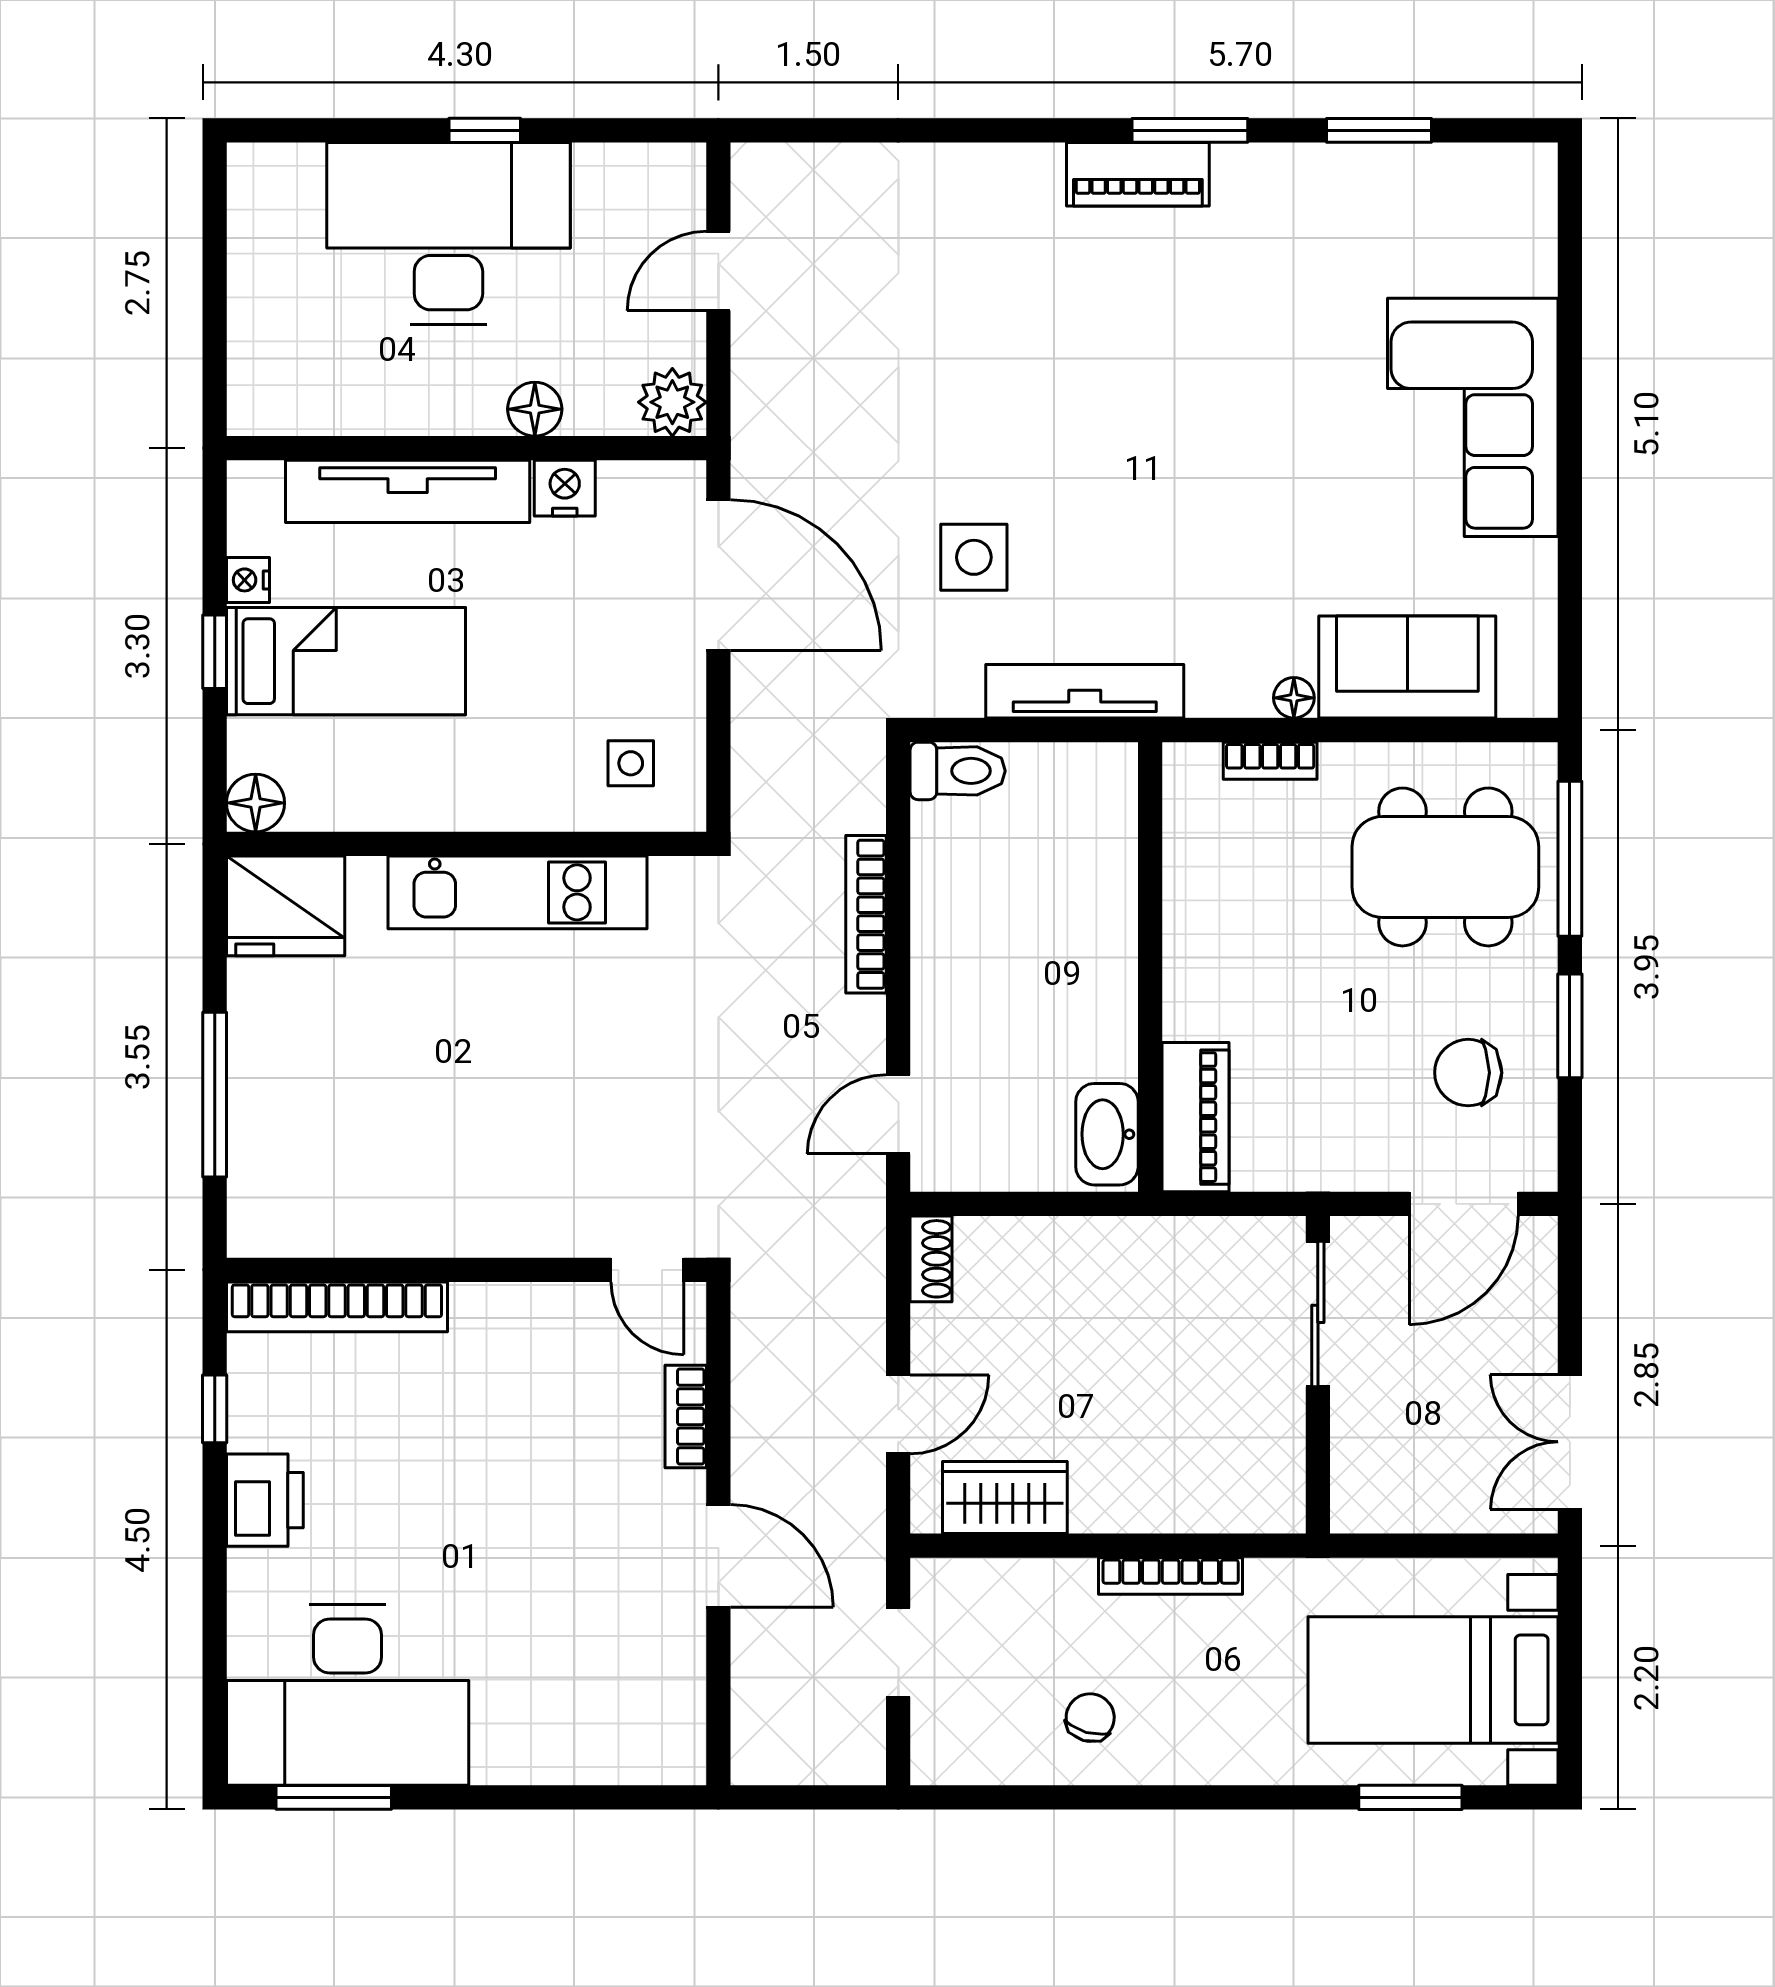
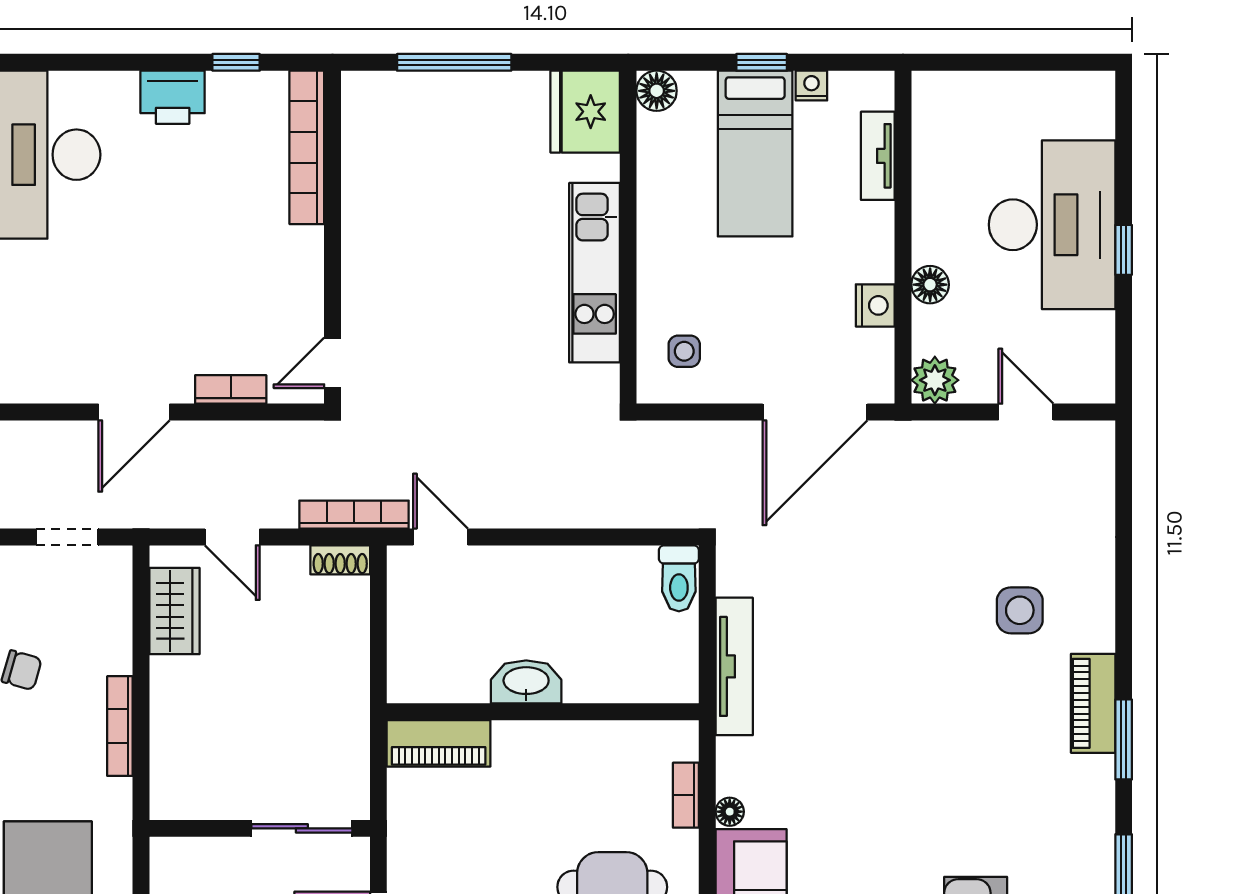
tv unit: (408, 491) -> (878, 156), width x0.52, depth x0.78
side table: (974, 557) -> (1020, 610), moved
bookcase: (866, 914) -> (354, 515), moved
washbasin: (1107, 1134) -> (526, 682), moved

